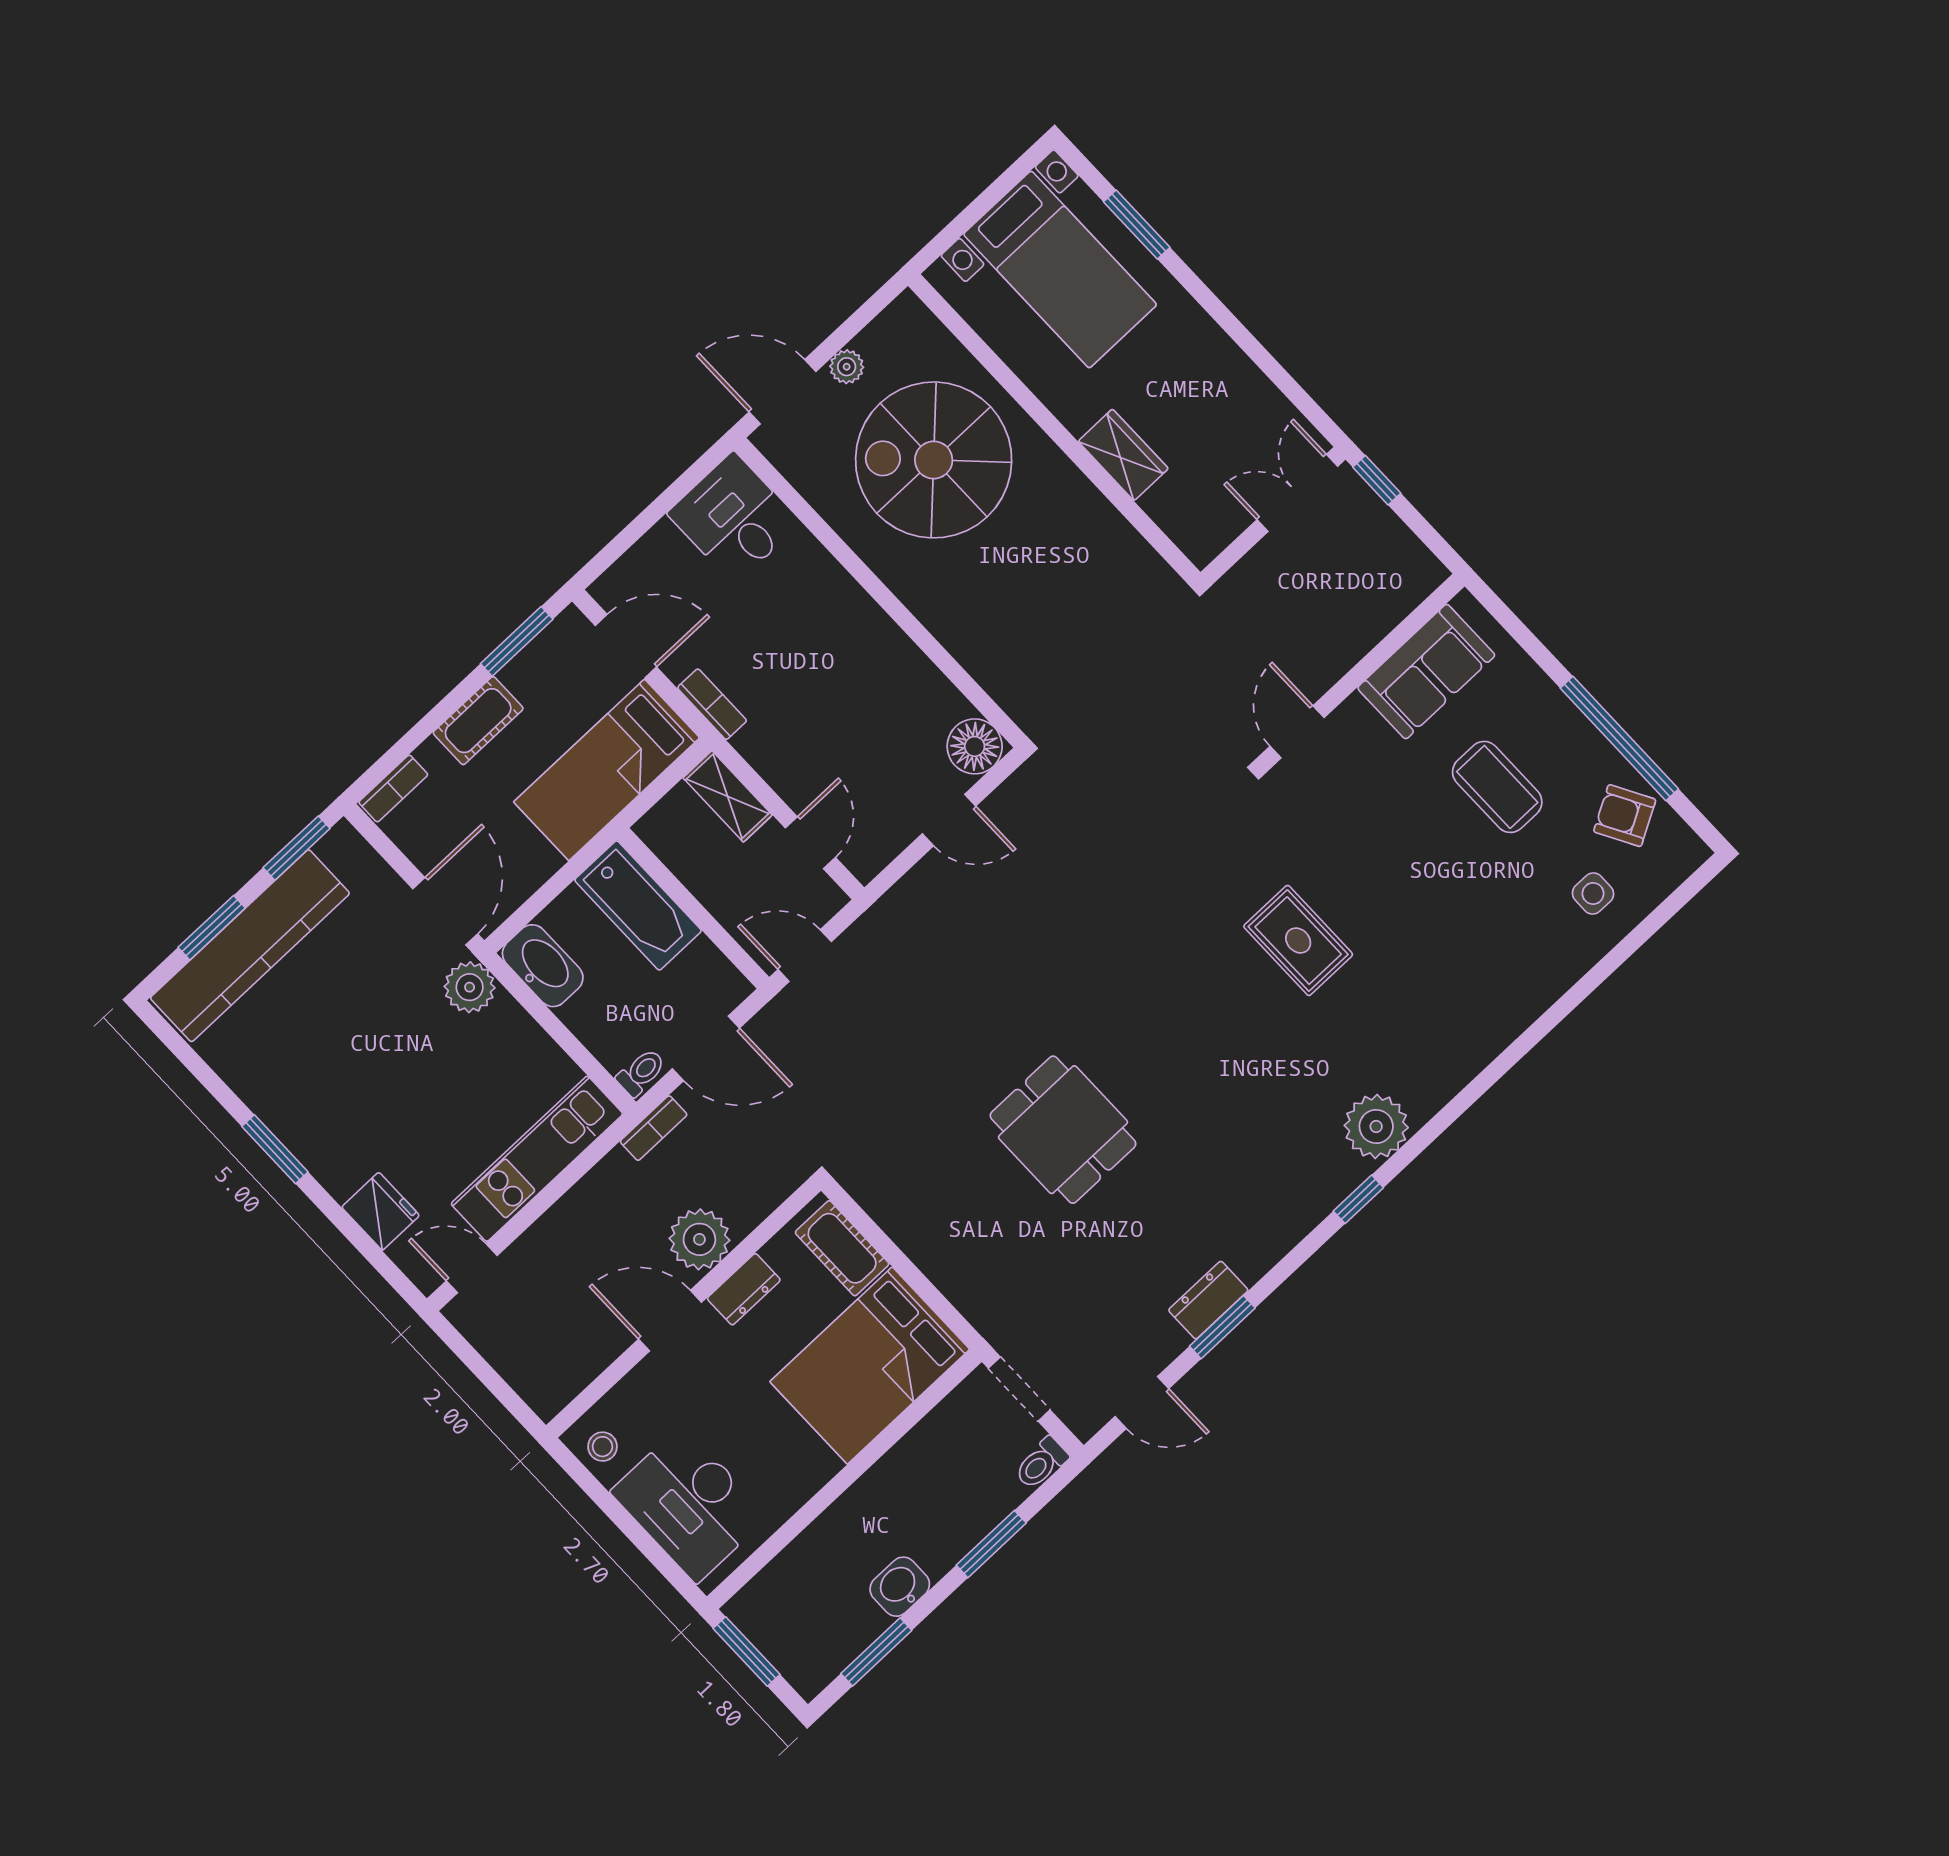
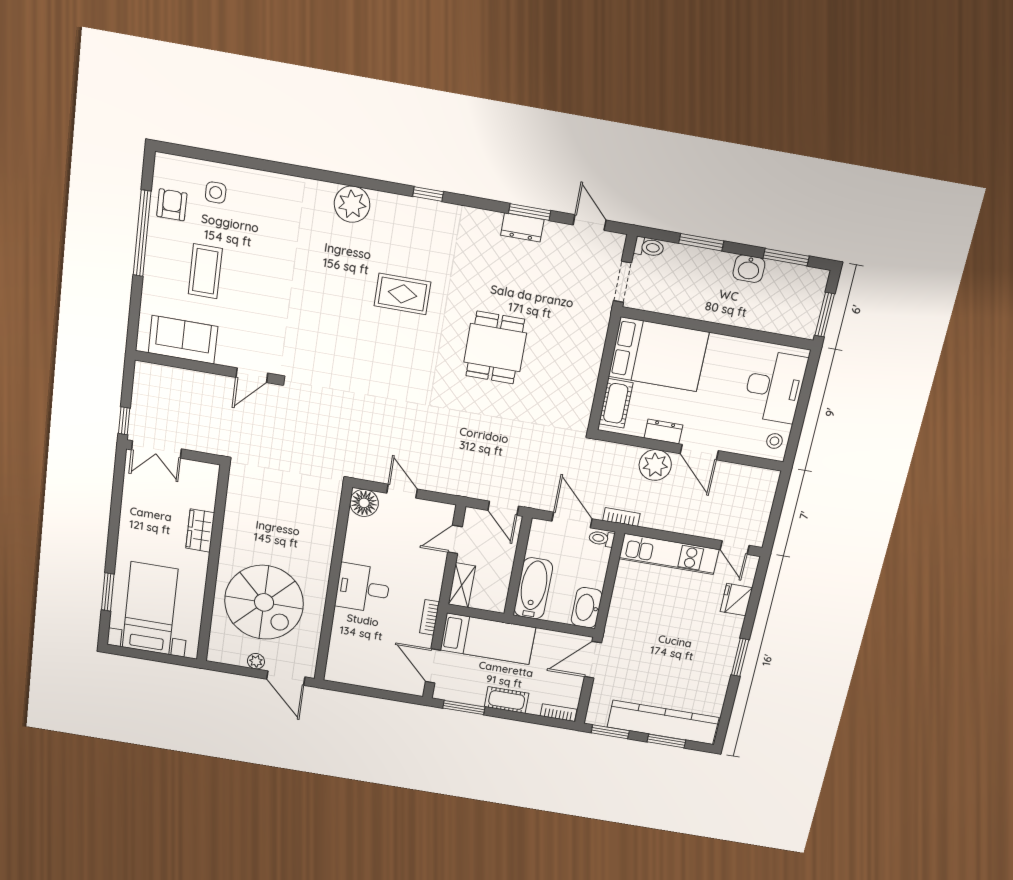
desk: (734, 518) -> (363, 588), moved, turned 90
armchair: (1625, 816) -> (172, 205), turned -151
rug: (1298, 940) -> (402, 294), moved, turned 90
plant: (470, 987) -> (617, 629), removed
plant: (1376, 1127) -> (352, 204), moved

